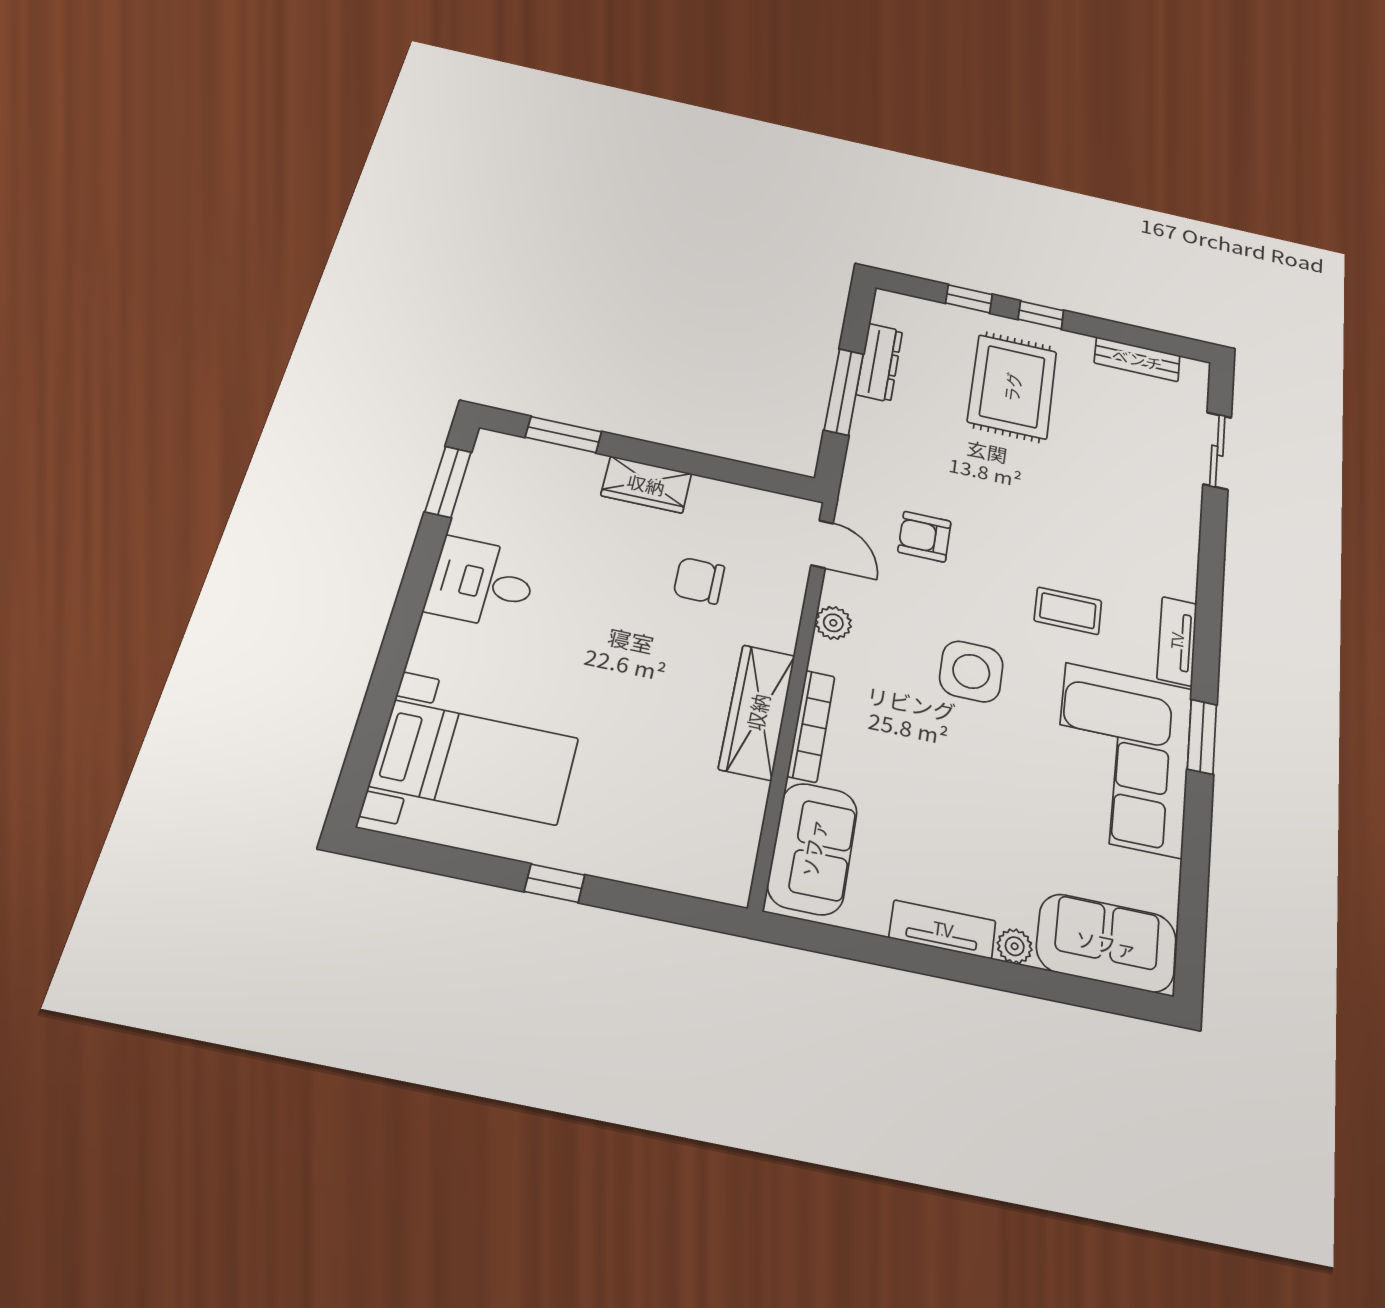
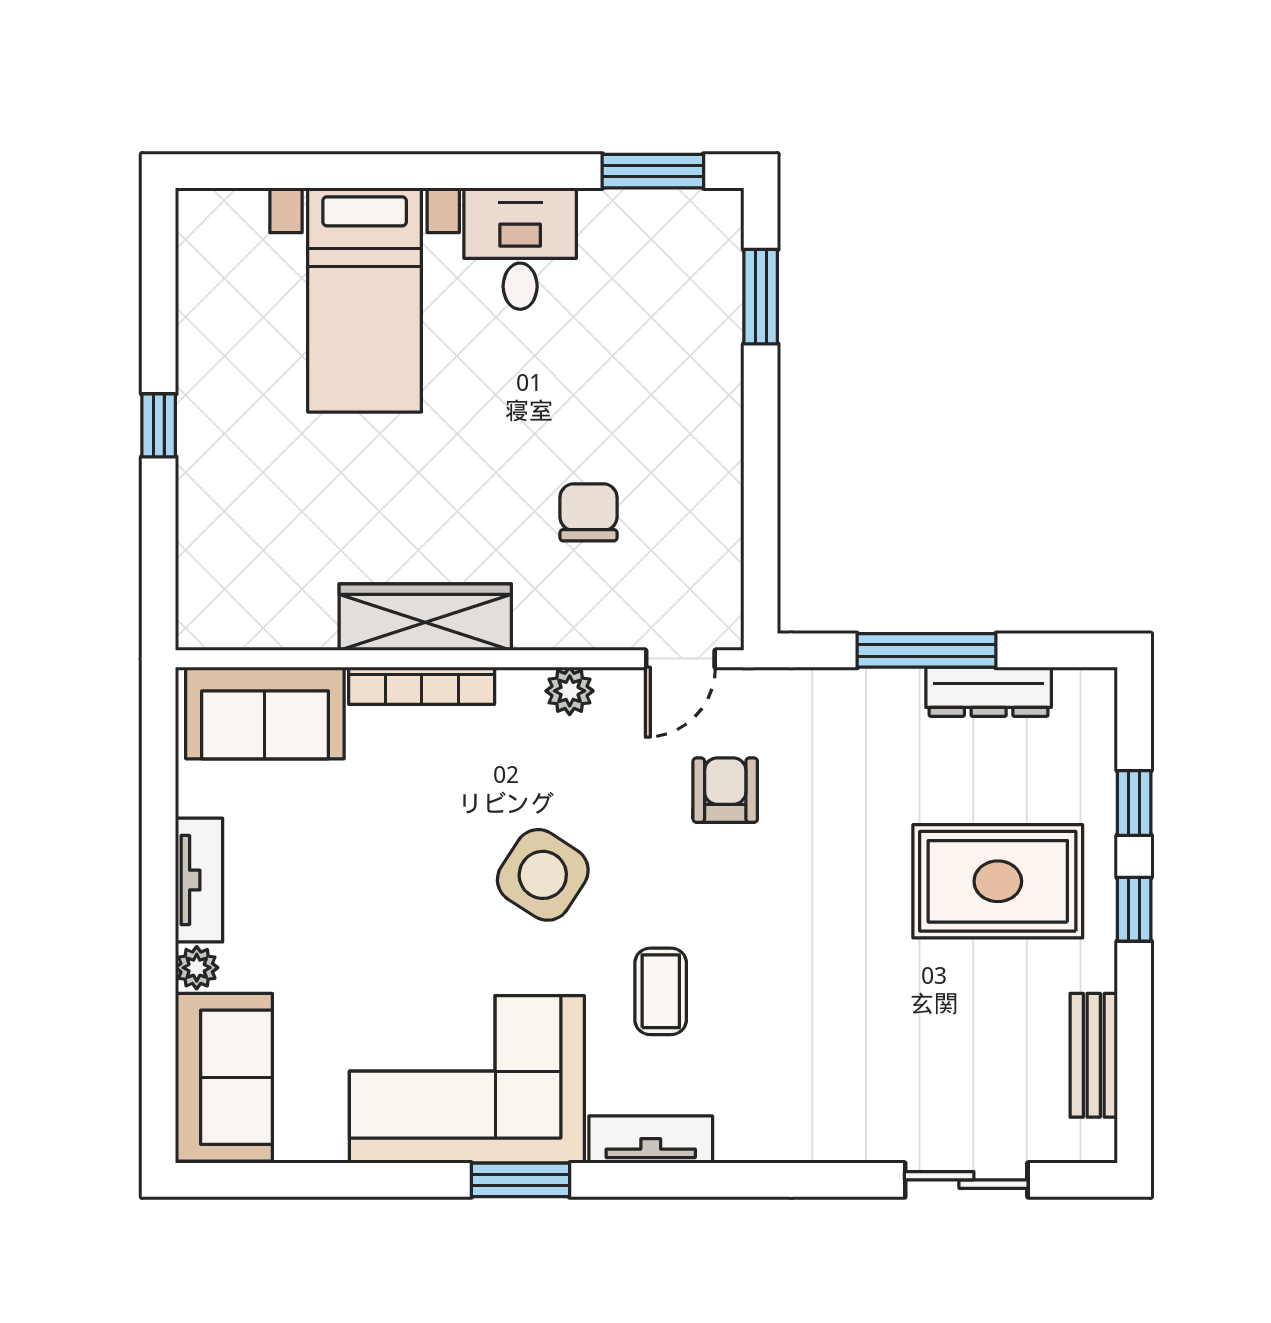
wardrobe: (646, 484) -> (712, 418), removed
side table: (971, 671) -> (543, 875), turned 33
bed with nightstands: (475, 762) -> (365, 300), moved

